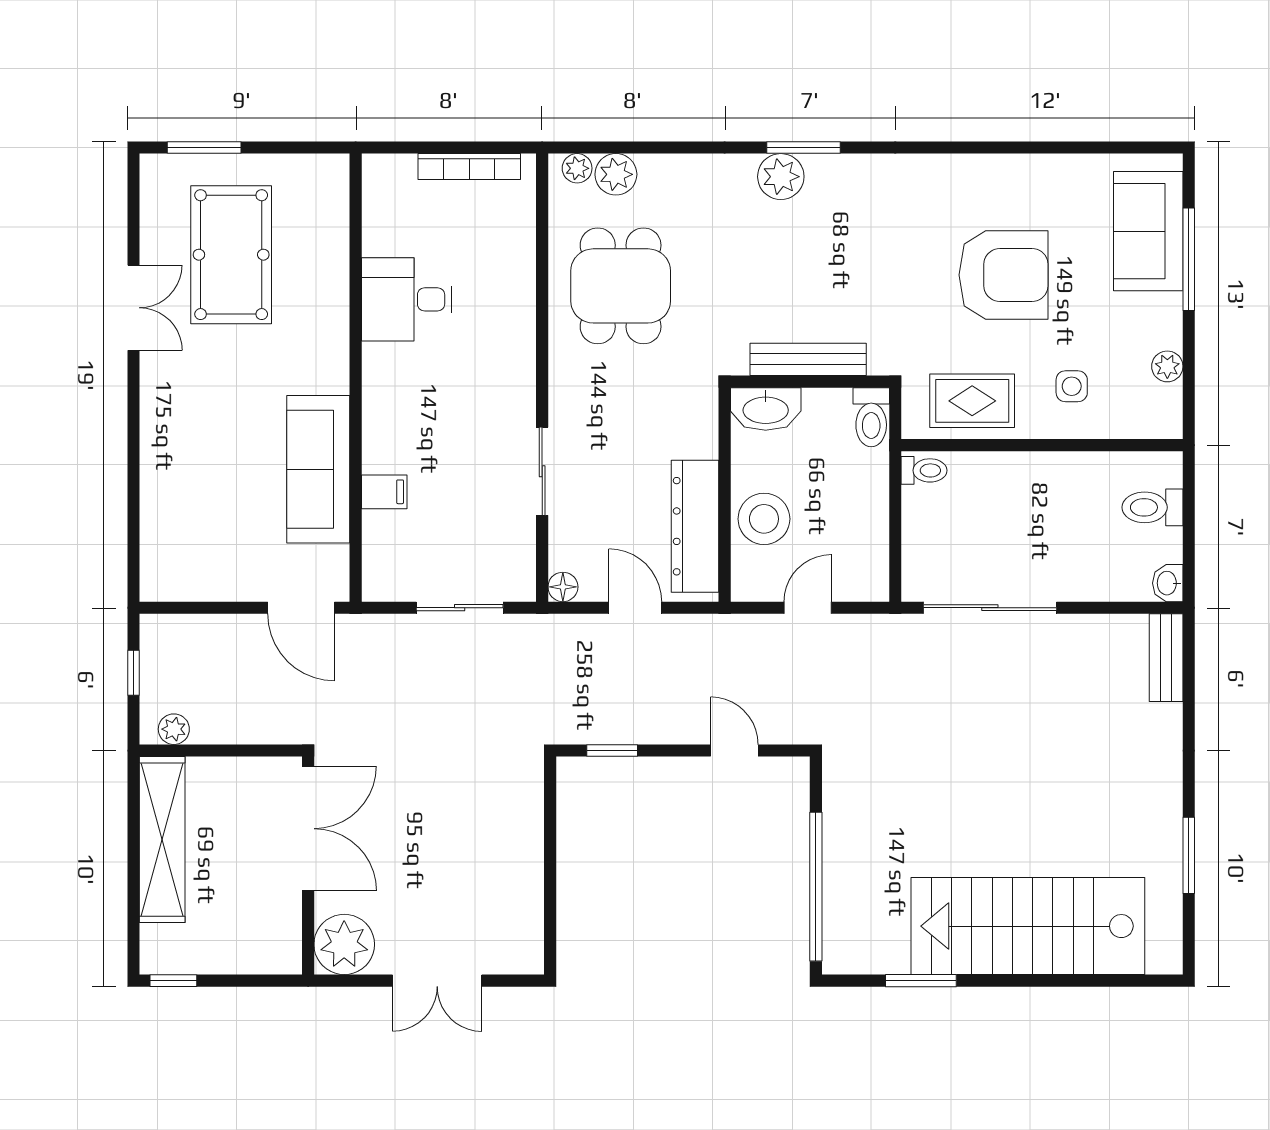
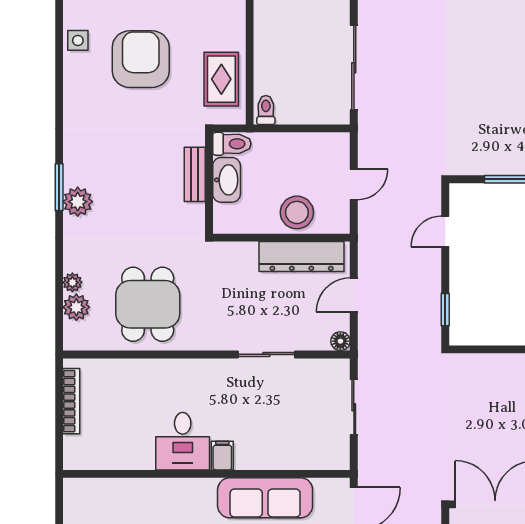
plant: (577, 168) -> (72, 282), moved
dining table: (621, 286) -> (148, 304), turned 90
desk: (407, 299) -> (183, 441), moved
bench: (808, 359) -> (195, 174), width x0.73
side table: (1072, 386) -> (78, 40), moved
washbasin: (766, 409) -> (227, 180), moved
filing cabinet: (384, 492) -> (222, 456), moved
door: (808, 608) -> (354, 184), swing flipped

